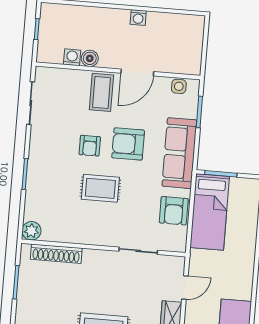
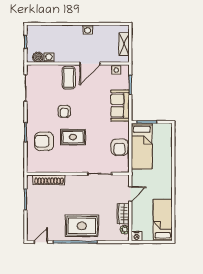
shelving: (195, 46) -> (124, 44), added
boiler: (90, 58) -> (38, 57), moved
armchair: (128, 144) -> (44, 141), moved
sofa: (179, 153) -> (120, 106), width x0.73
plant: (31, 231) -> (32, 167), removed

